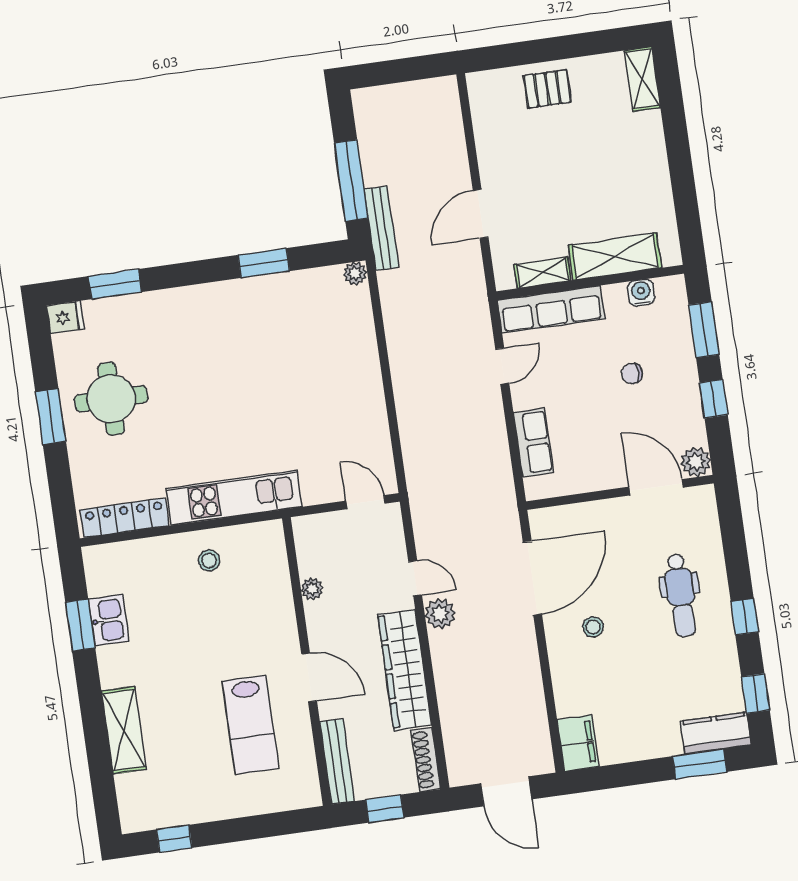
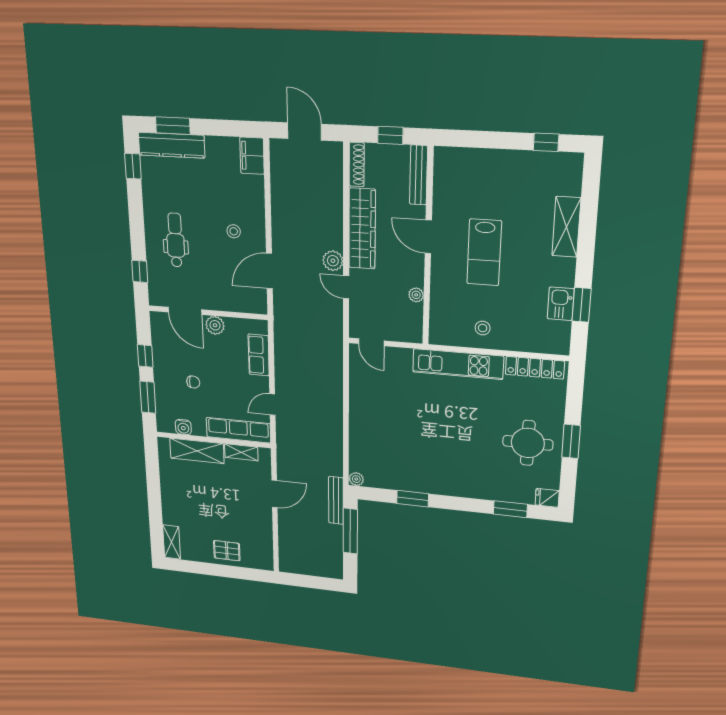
plant: (696, 462) -> (215, 325), moved
door: (532, 578) -> (269, 271), width x0.73
window: (745, 617) -> (140, 271), moved
lab bench: (251, 725) -> (484, 252), moved, turned 180
kitchen counter: (716, 733) -> (171, 145), width x1.50

